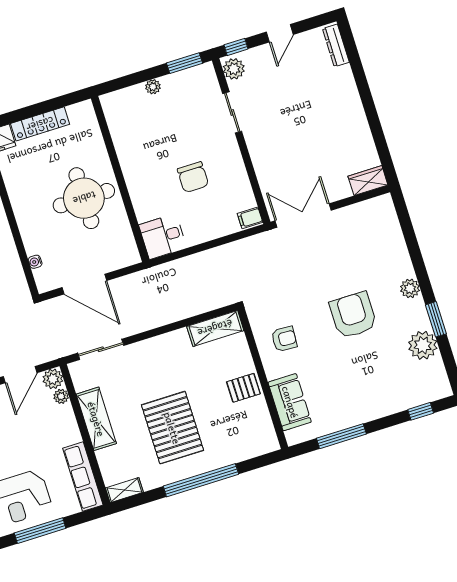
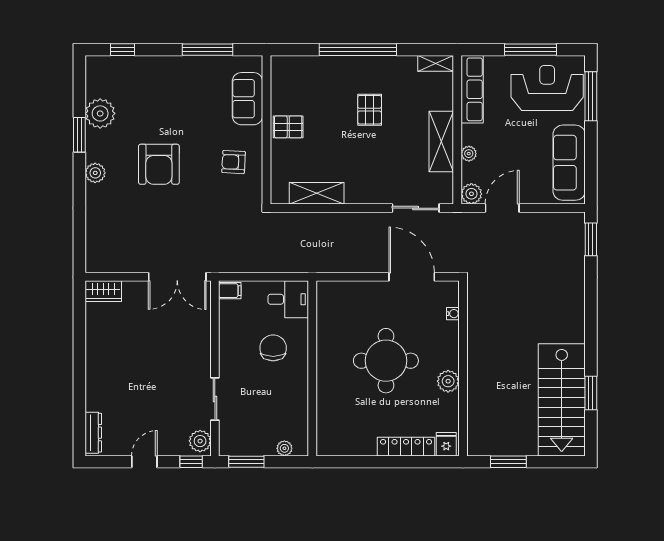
wall: (120, 179) -> (312, 368), moved
plant: (20, 197) -> (448, 381), added
desk: (163, 236) -> (288, 299), moved
shelving: (215, 328) -> (317, 193), moved
plant: (61, 396) -> (469, 154), moved
pallet: (172, 428) -> (370, 110), width x0.49, depth x0.50

